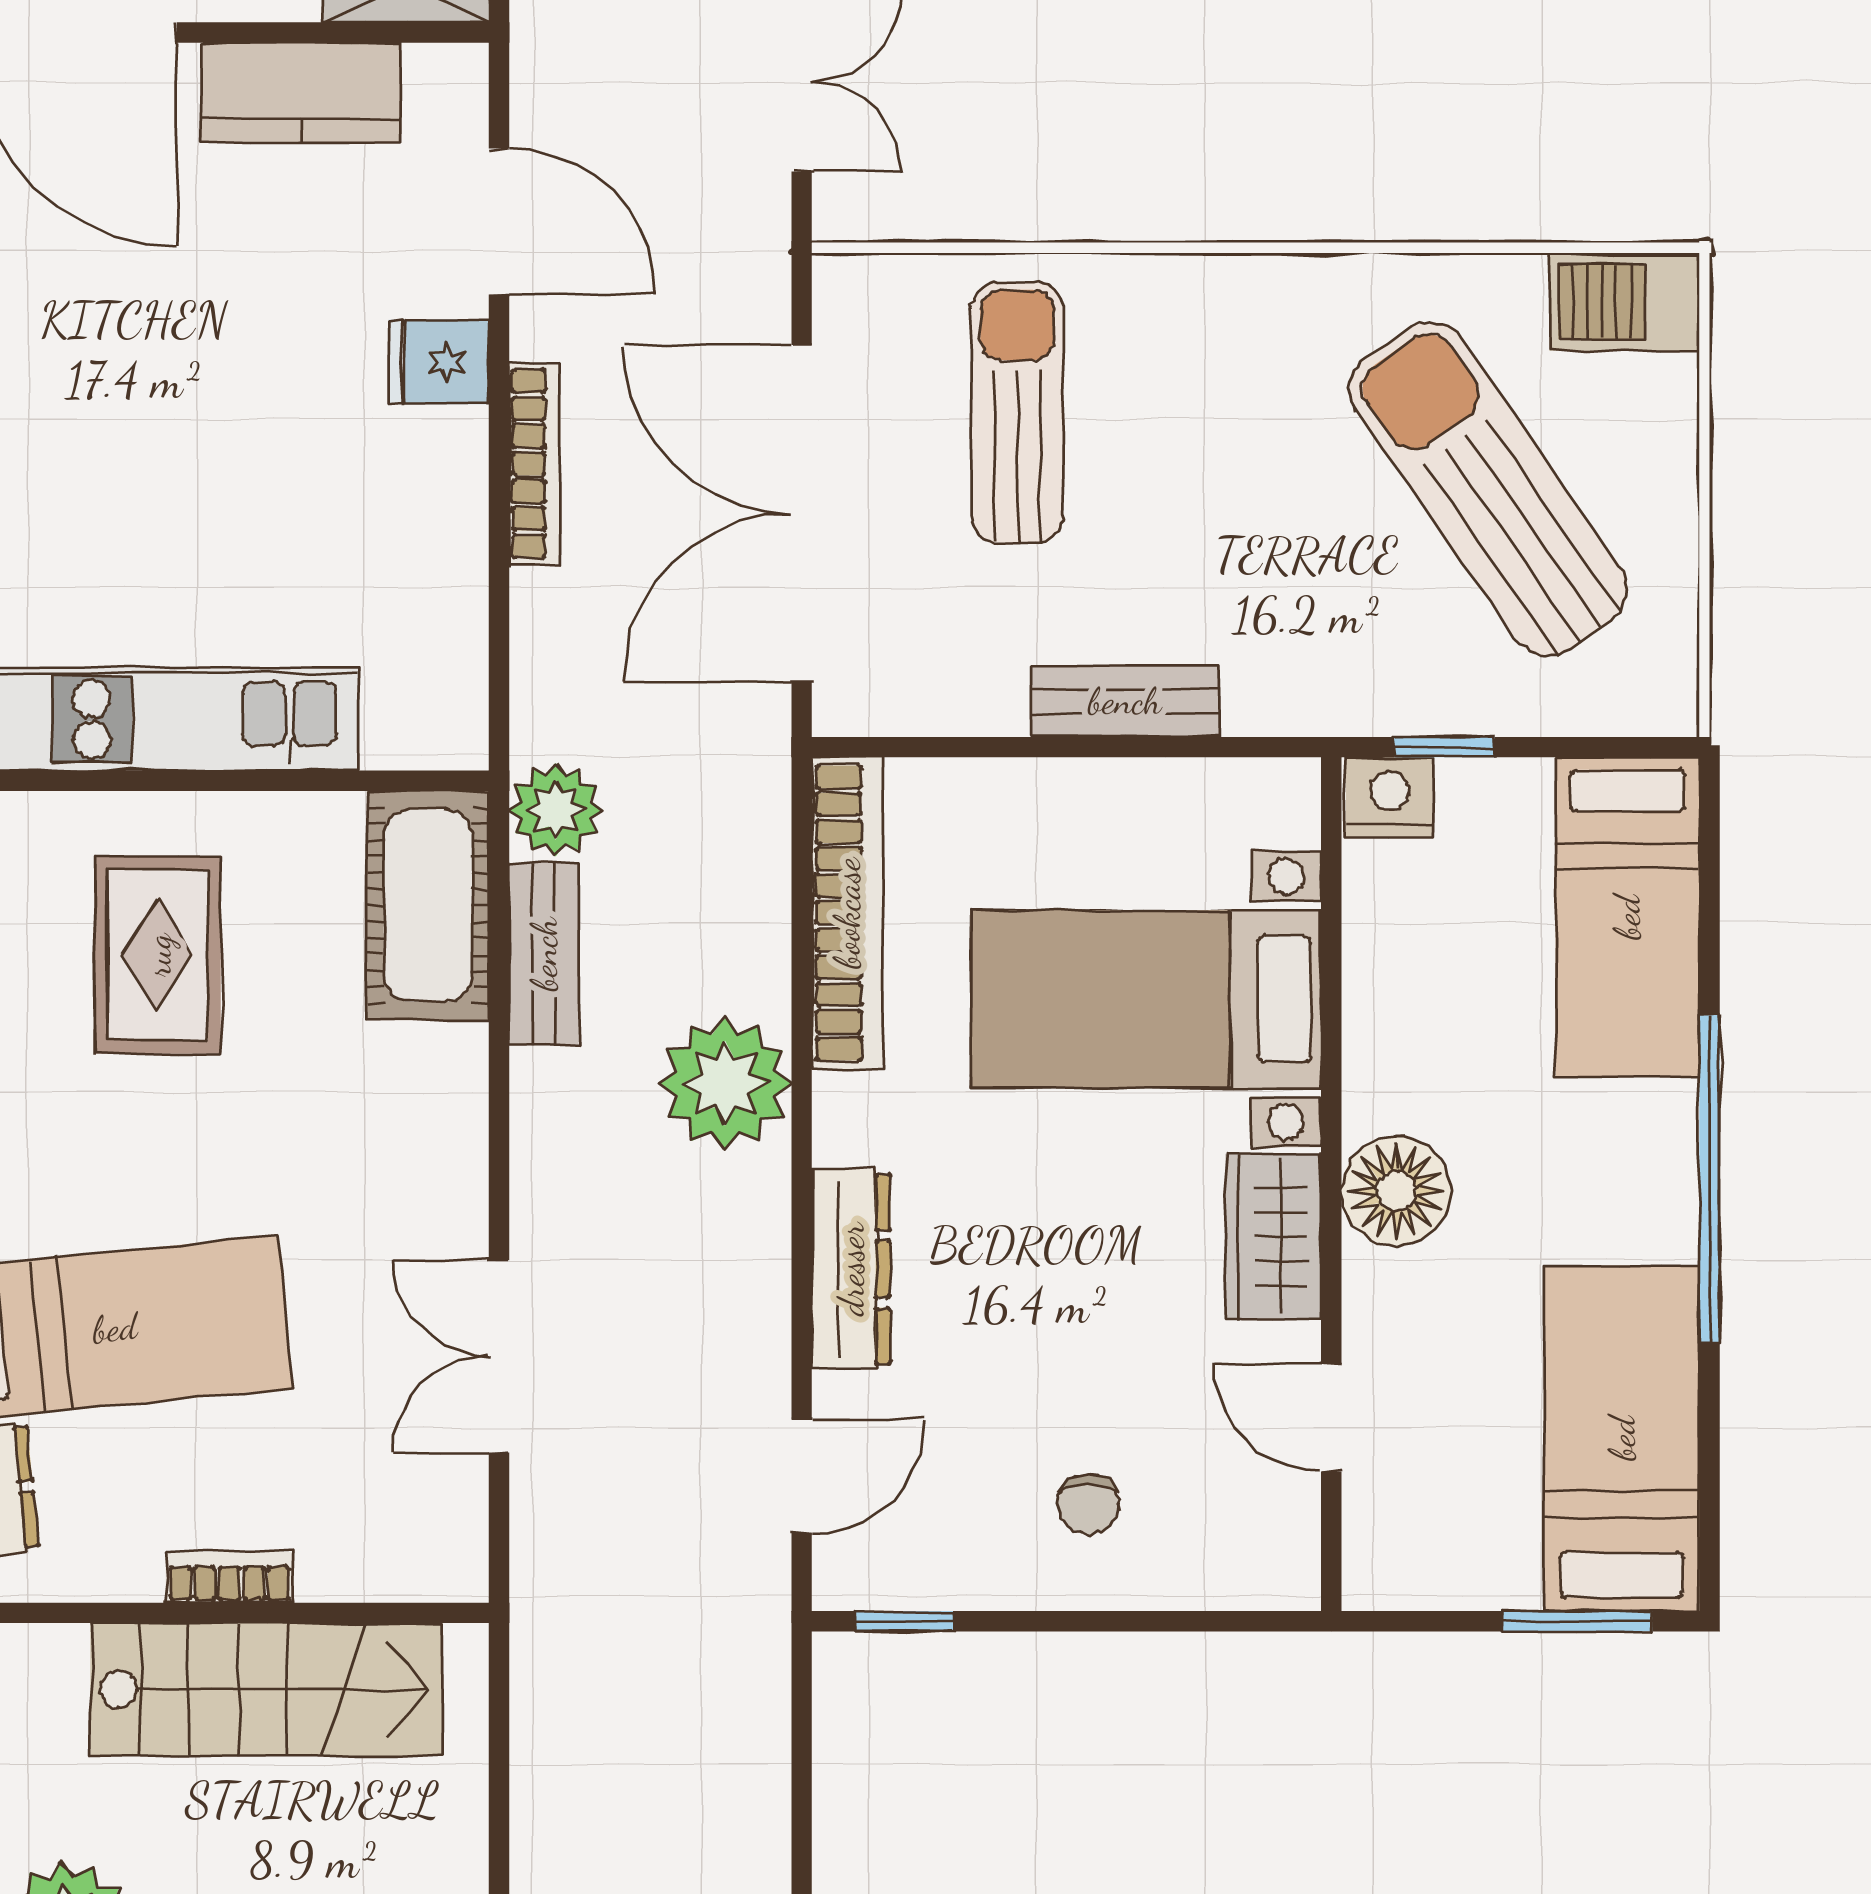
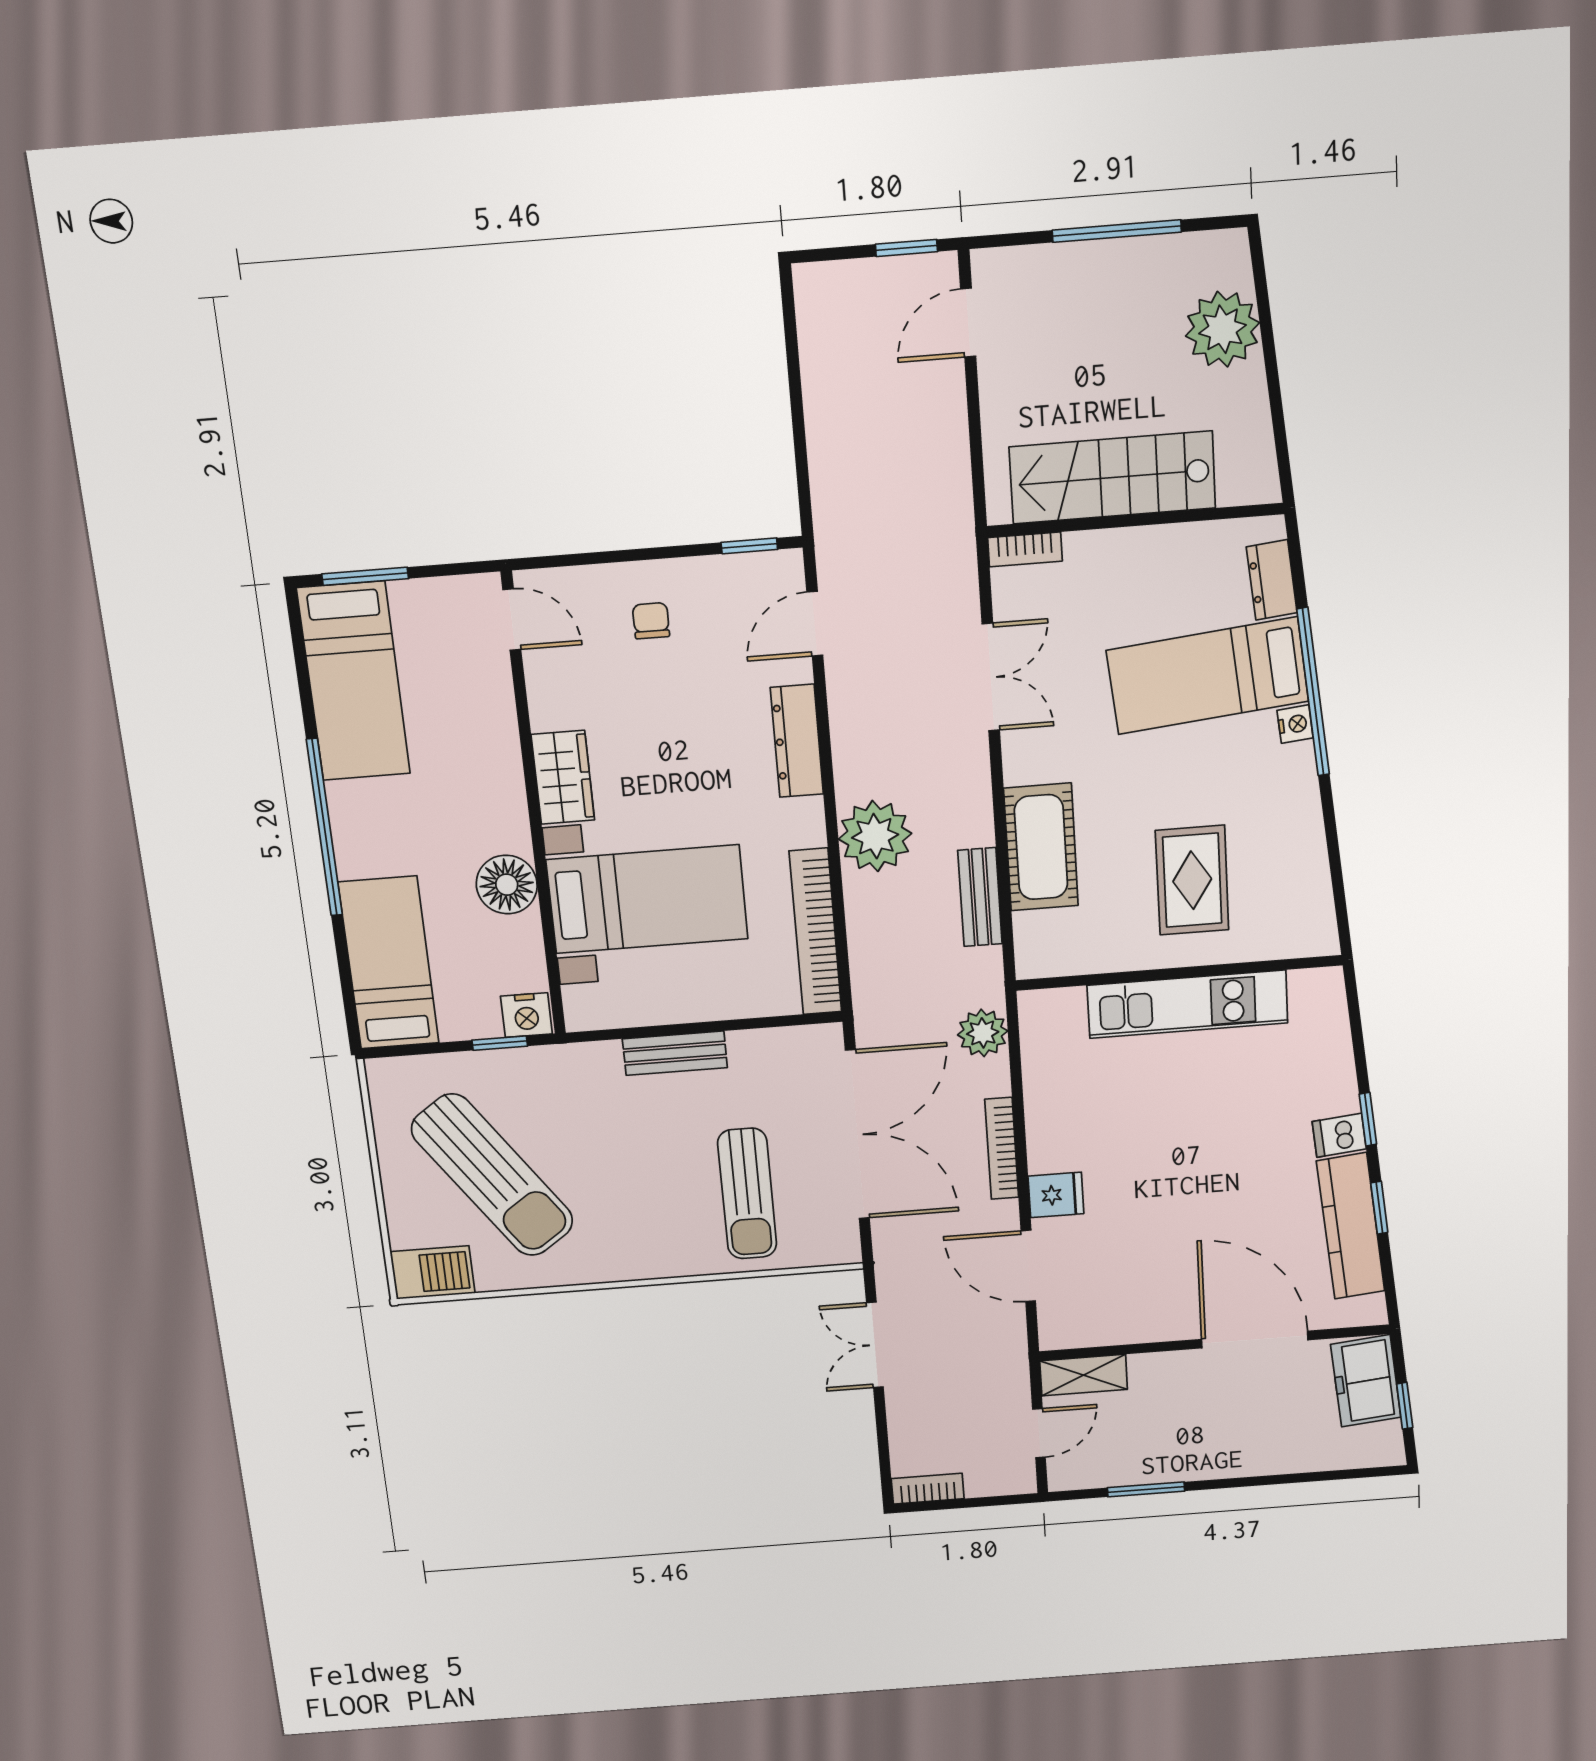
kitchen counter: (301, 93) -> (1136, 1320), removed
plant: (556, 810) -> (983, 1033), moved
cot: (428, 906) -> (1041, 847), moved
floor lamp: (1396, 1191) -> (507, 885), moved
door: (1331, 1418) -> (512, 620), moved
bookcase: (229, 1577) -> (1025, 549), moved

